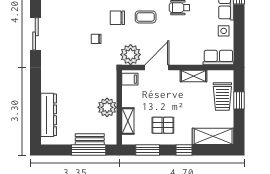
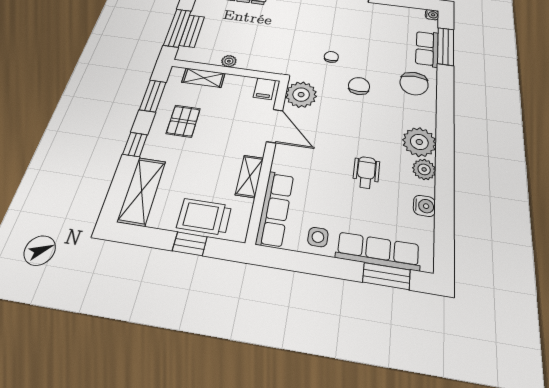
coffee table: (146, 17) -> (356, 122), removed
row of seats: (218, 57) -> (275, 209), width x1.48
plant: (107, 107) -> (229, 61), width x0.53, depth x0.53

